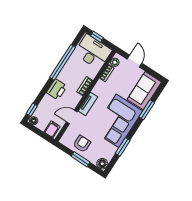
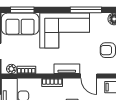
window: (147, 110) -> (22, 10), moved
window: (123, 147) -> (86, 10), width x1.44

